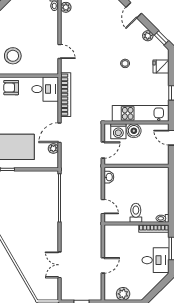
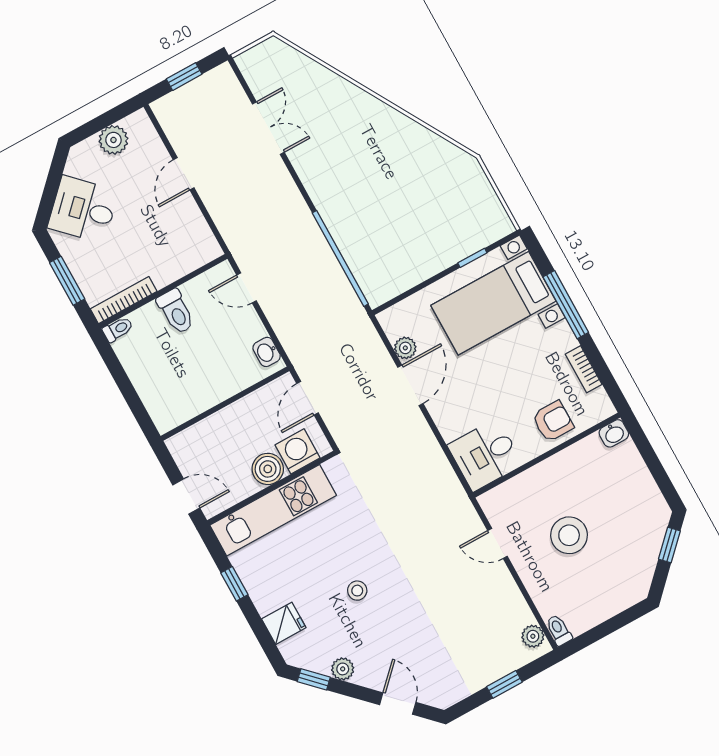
stool: (13, 56) -> (569, 535), moved
bookcase: (66, 95) -> (439, 466), removed
desk: (155, 260) -> (83, 209), moved, turned 45

